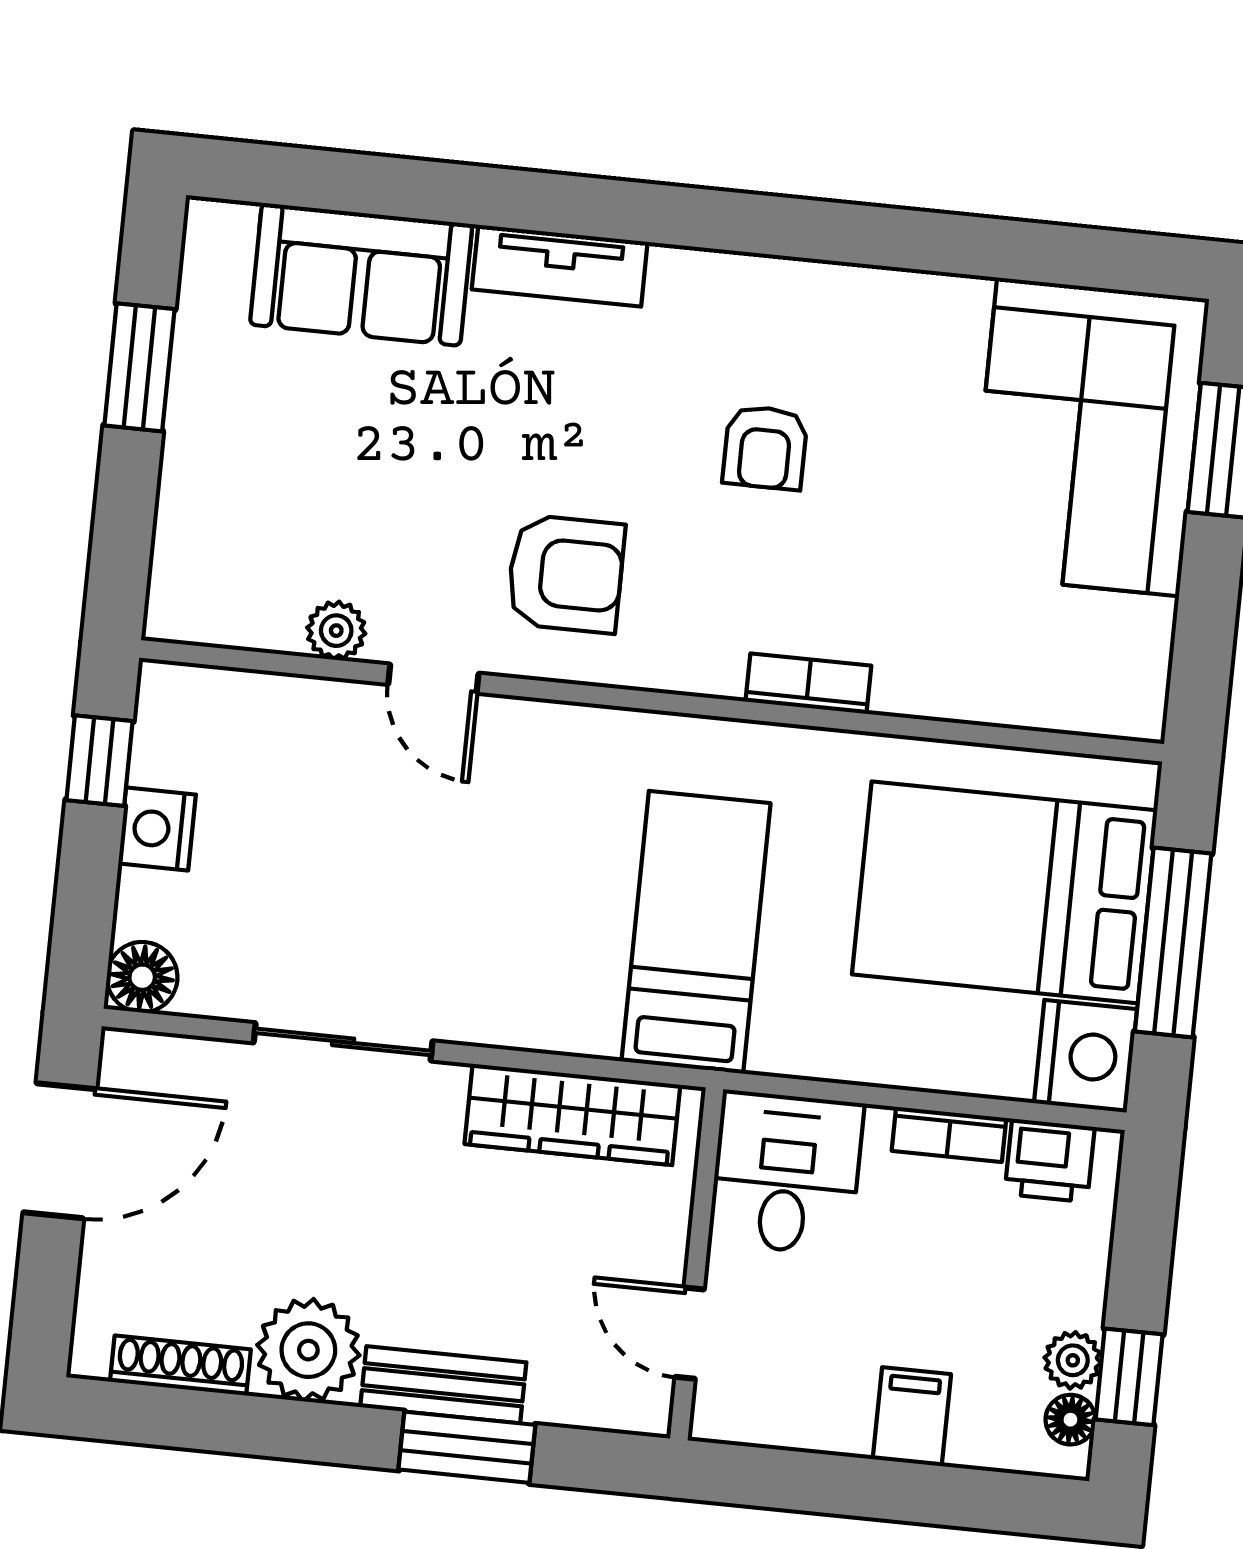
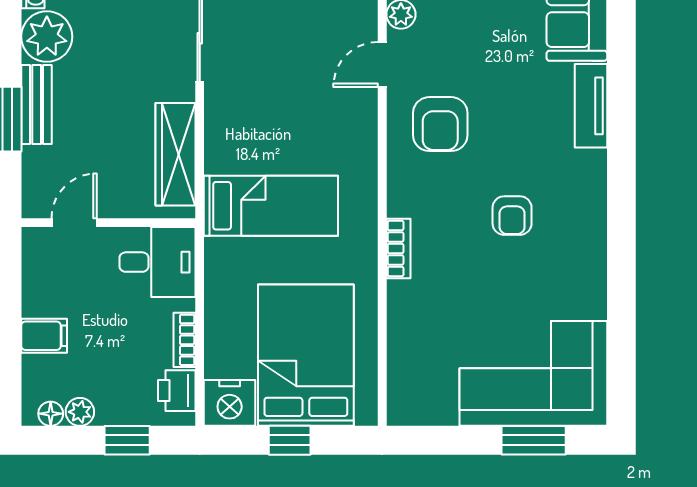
armchair: (765, 448) -> (512, 216), turned -90
window: (1173, 942) -> (290, 440), width x0.46
window: (1129, 1377) -> (127, 440), moved

